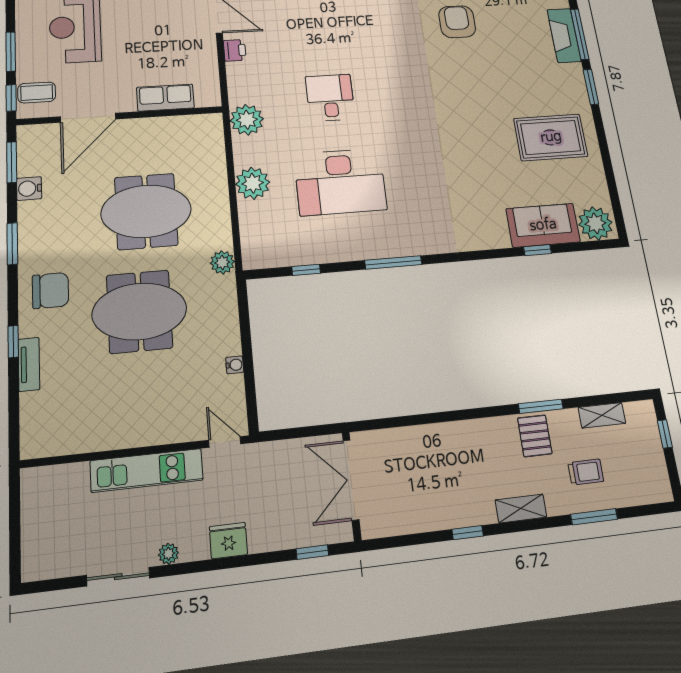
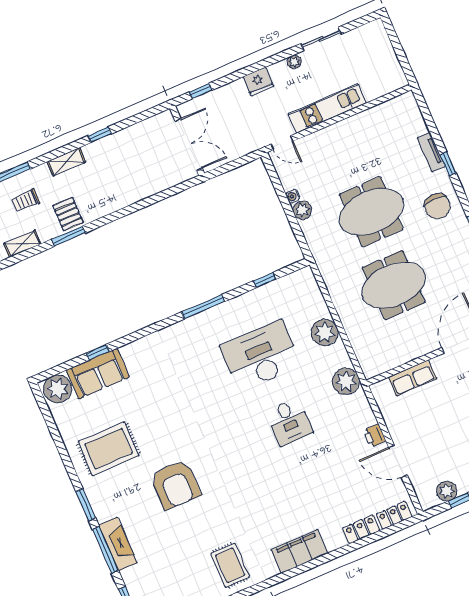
armchair: (457, 22) -> (175, 485), moved, width x1.36, depth x1.36
plant: (222, 262) -> (302, 210), moved
chair: (50, 291) -> (437, 206), turned -90

